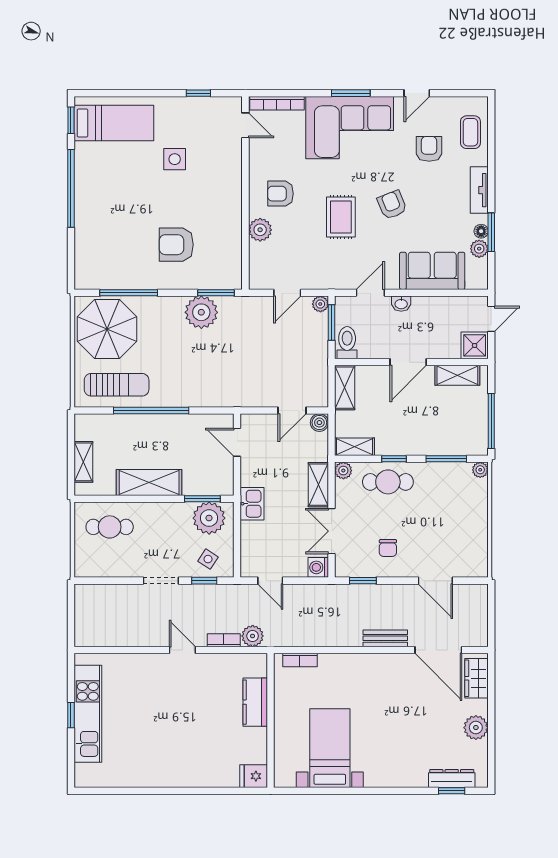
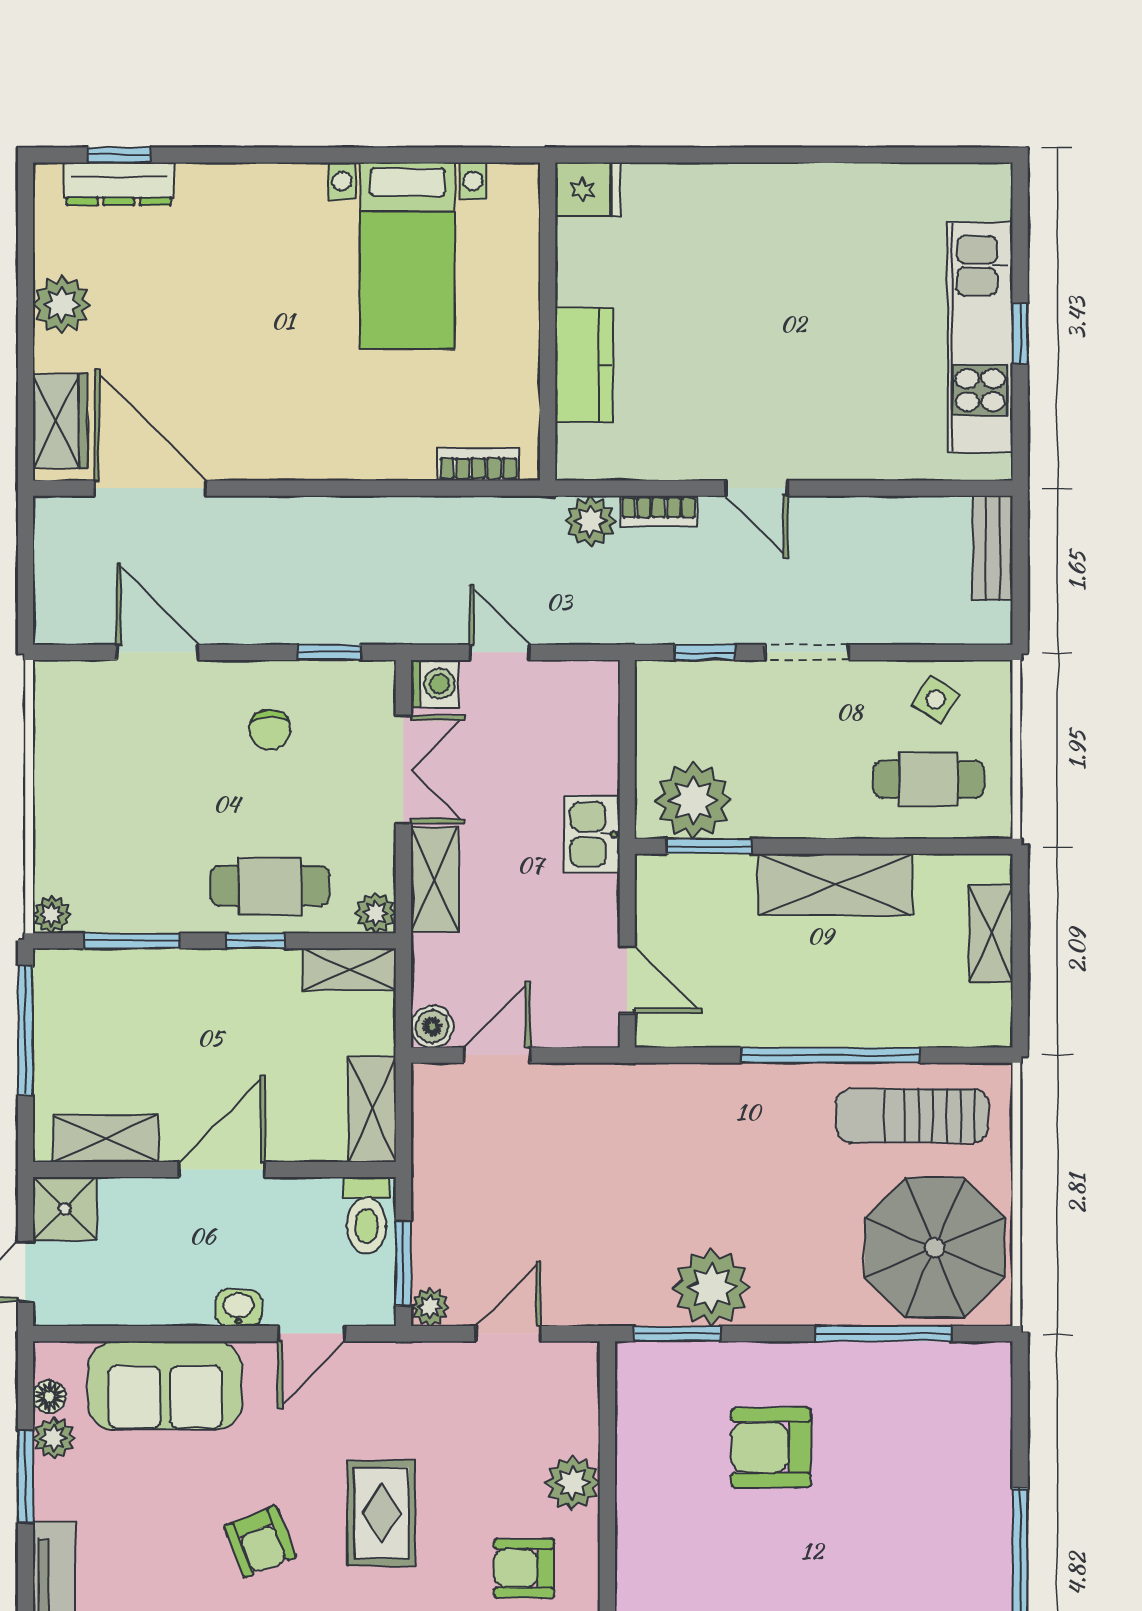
armchair: (281, 194) -> (524, 1568), turned 180
floor lamp: (481, 231) -> (49, 1397), moved
armchair: (176, 245) -> (771, 1447), turned 180
chair: (388, 548) -> (270, 730), turned 180
side table: (208, 559) -> (936, 699), moved
door: (270, 581) -> (500, 652), moved
bench: (385, 638) -> (993, 548), moved, turned 90

